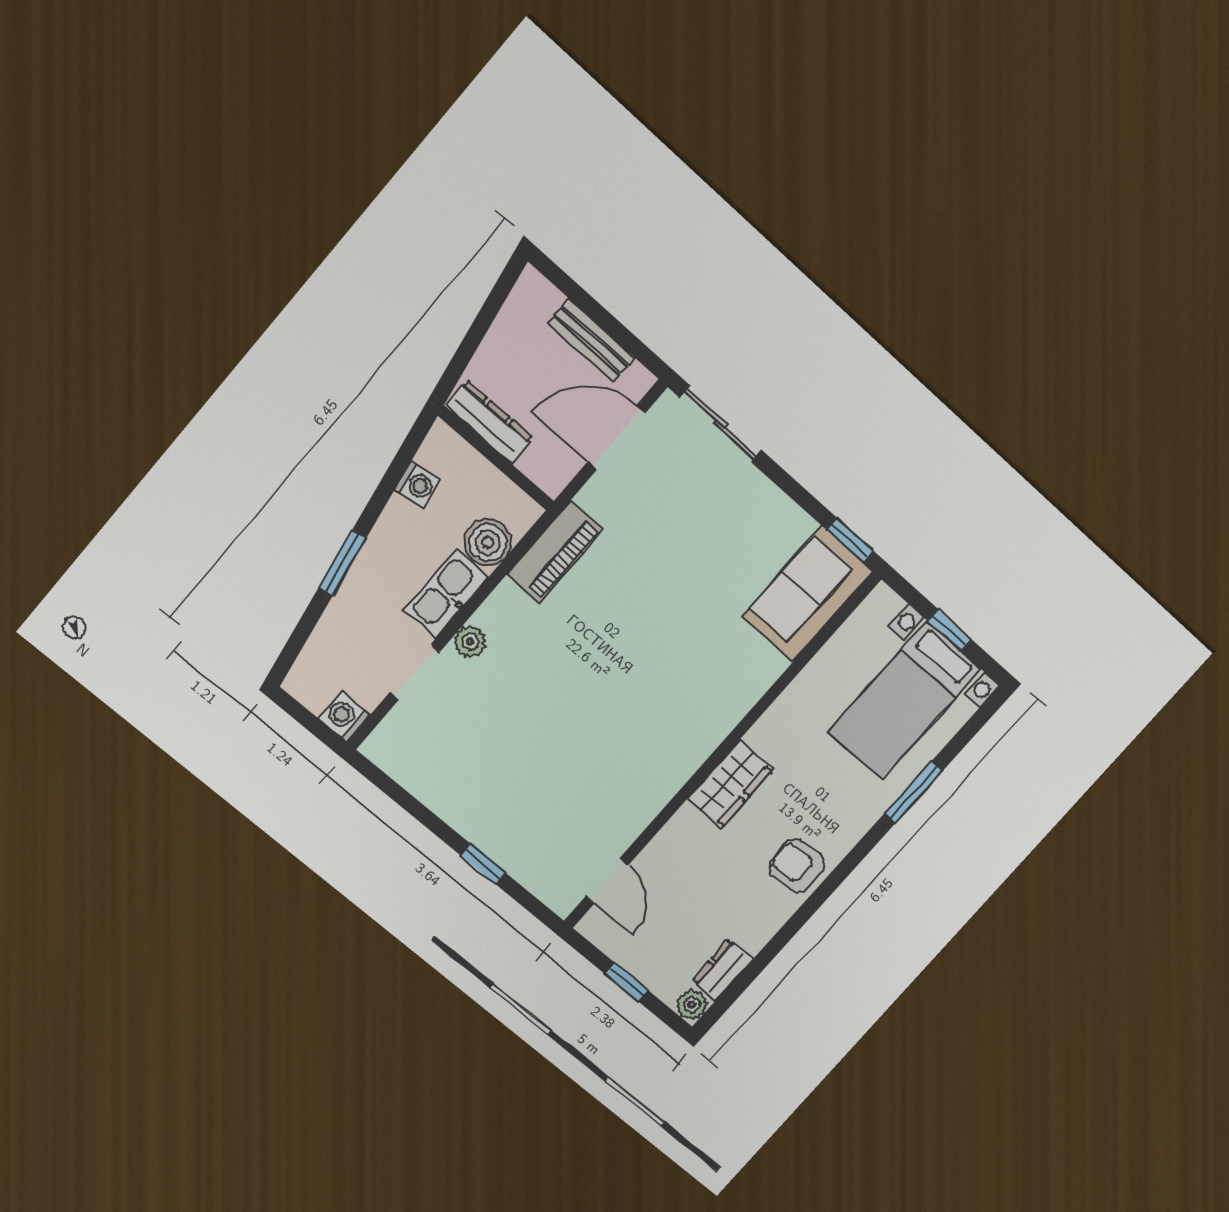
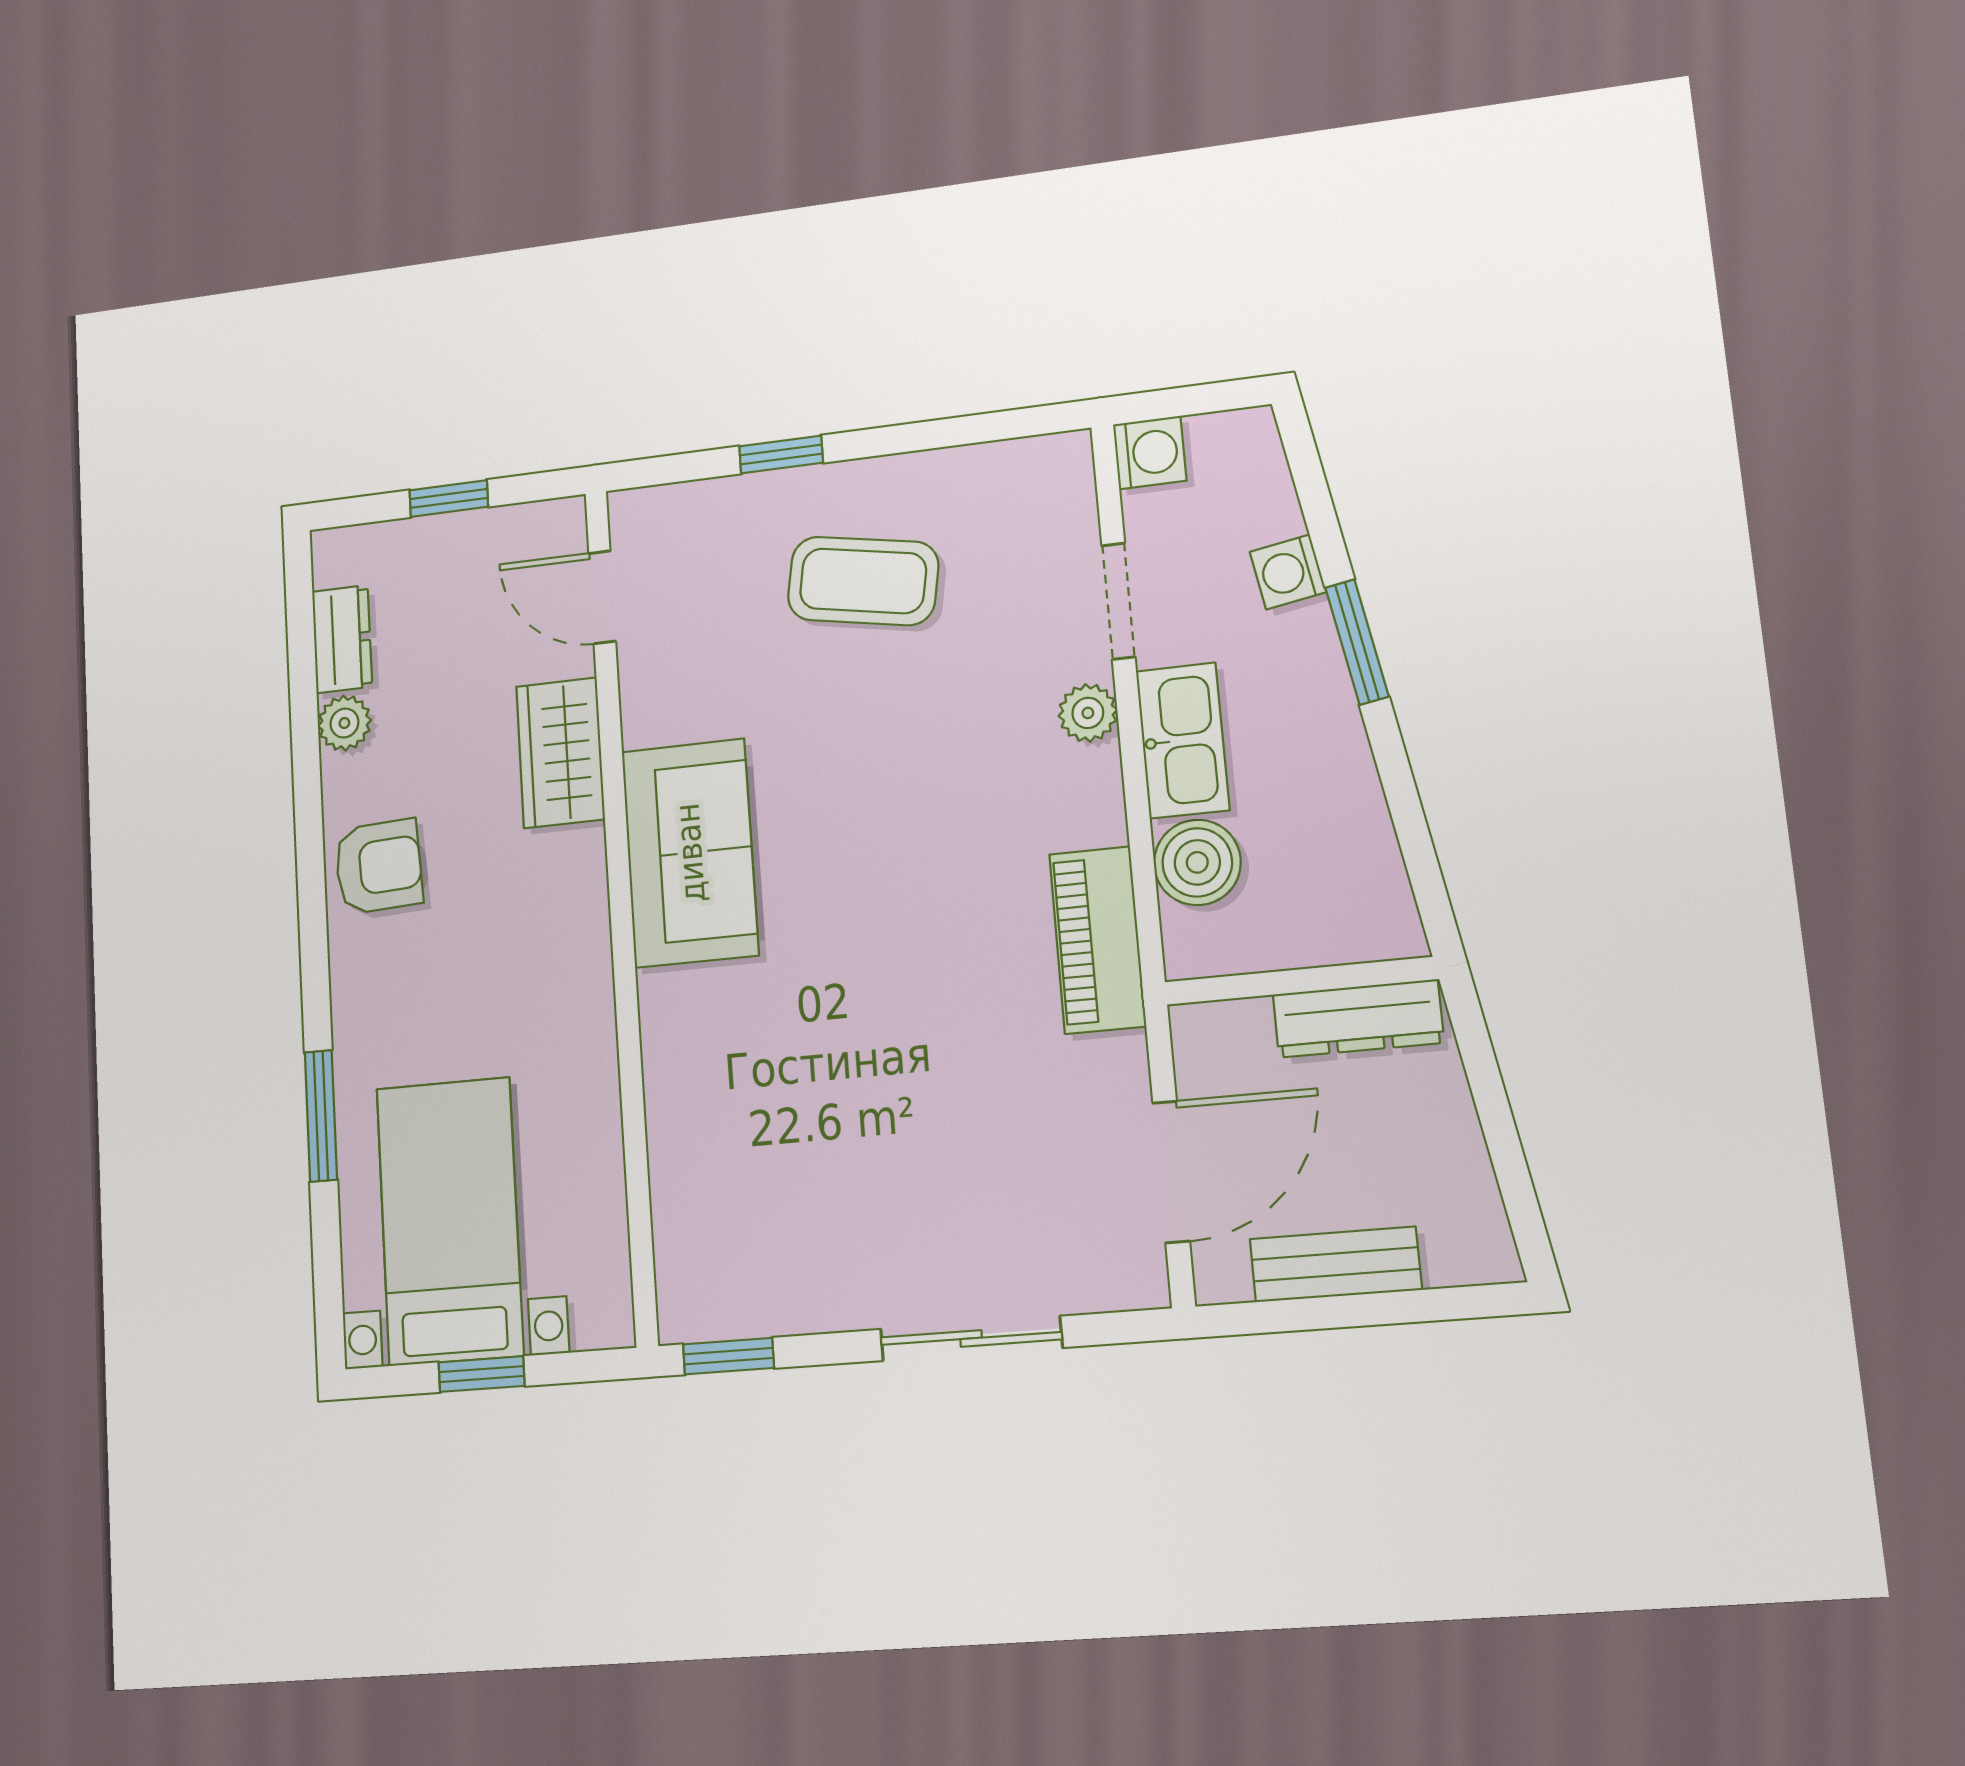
sliding door: (721, 424) -> (971, 1338), moved
washing machine: (417, 484) -> (1288, 572), moved
sofa: (807, 594) -> (690, 853), moved
coffee table: (502, 782) -> (863, 581), added
wardrobe: (730, 784) -> (560, 753), moved
plant: (692, 1005) -> (344, 723), moved

